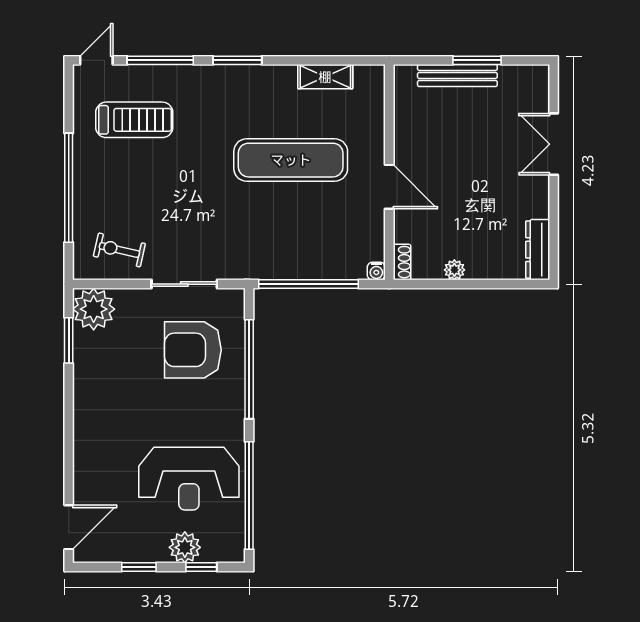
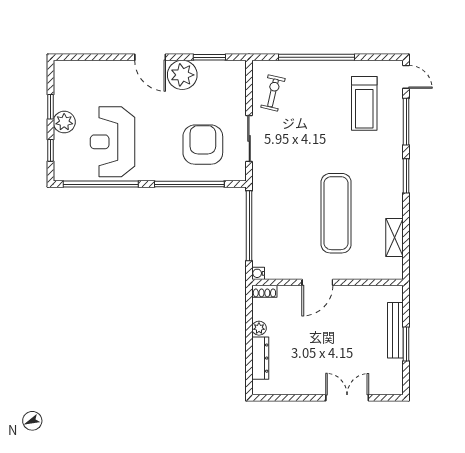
dresser: (538, 250) -> (260, 358), moved, turned 90
plant: (94, 309) -> (182, 75), moved
door: (69, 527) -> (150, 57), moved
plant: (185, 547) -> (64, 122), moved

